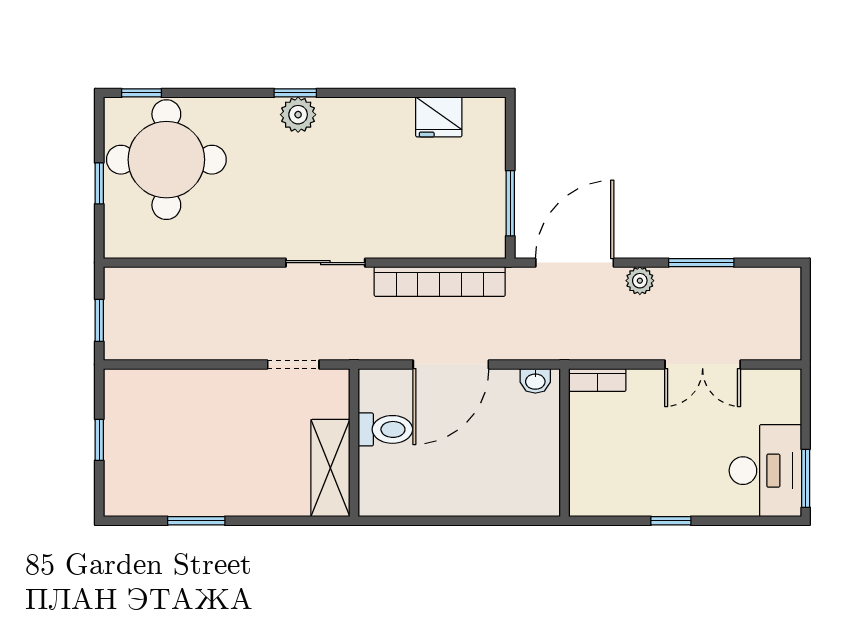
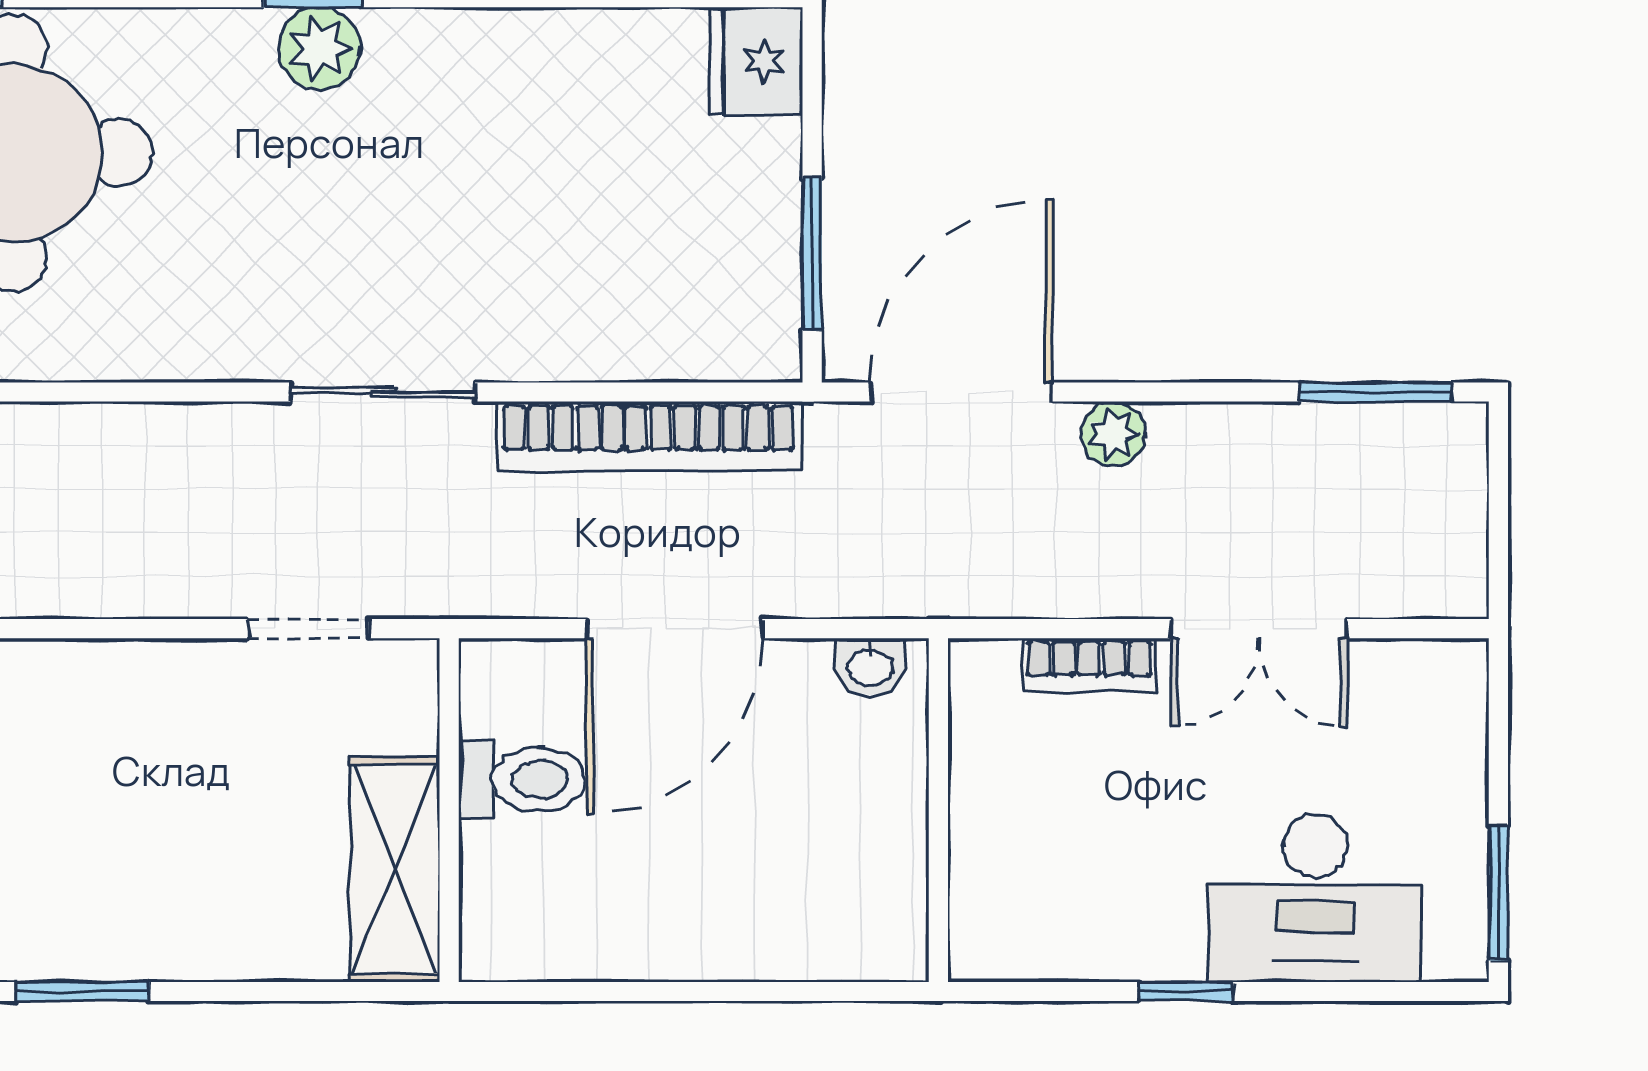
fridge: (439, 117) -> (756, 61), moved, turned 90
window: (701, 263) -> (1376, 392), moved
bookcase: (597, 380) -> (1089, 665), moved
desk: (765, 471) -> (1315, 898), moved, turned 90

